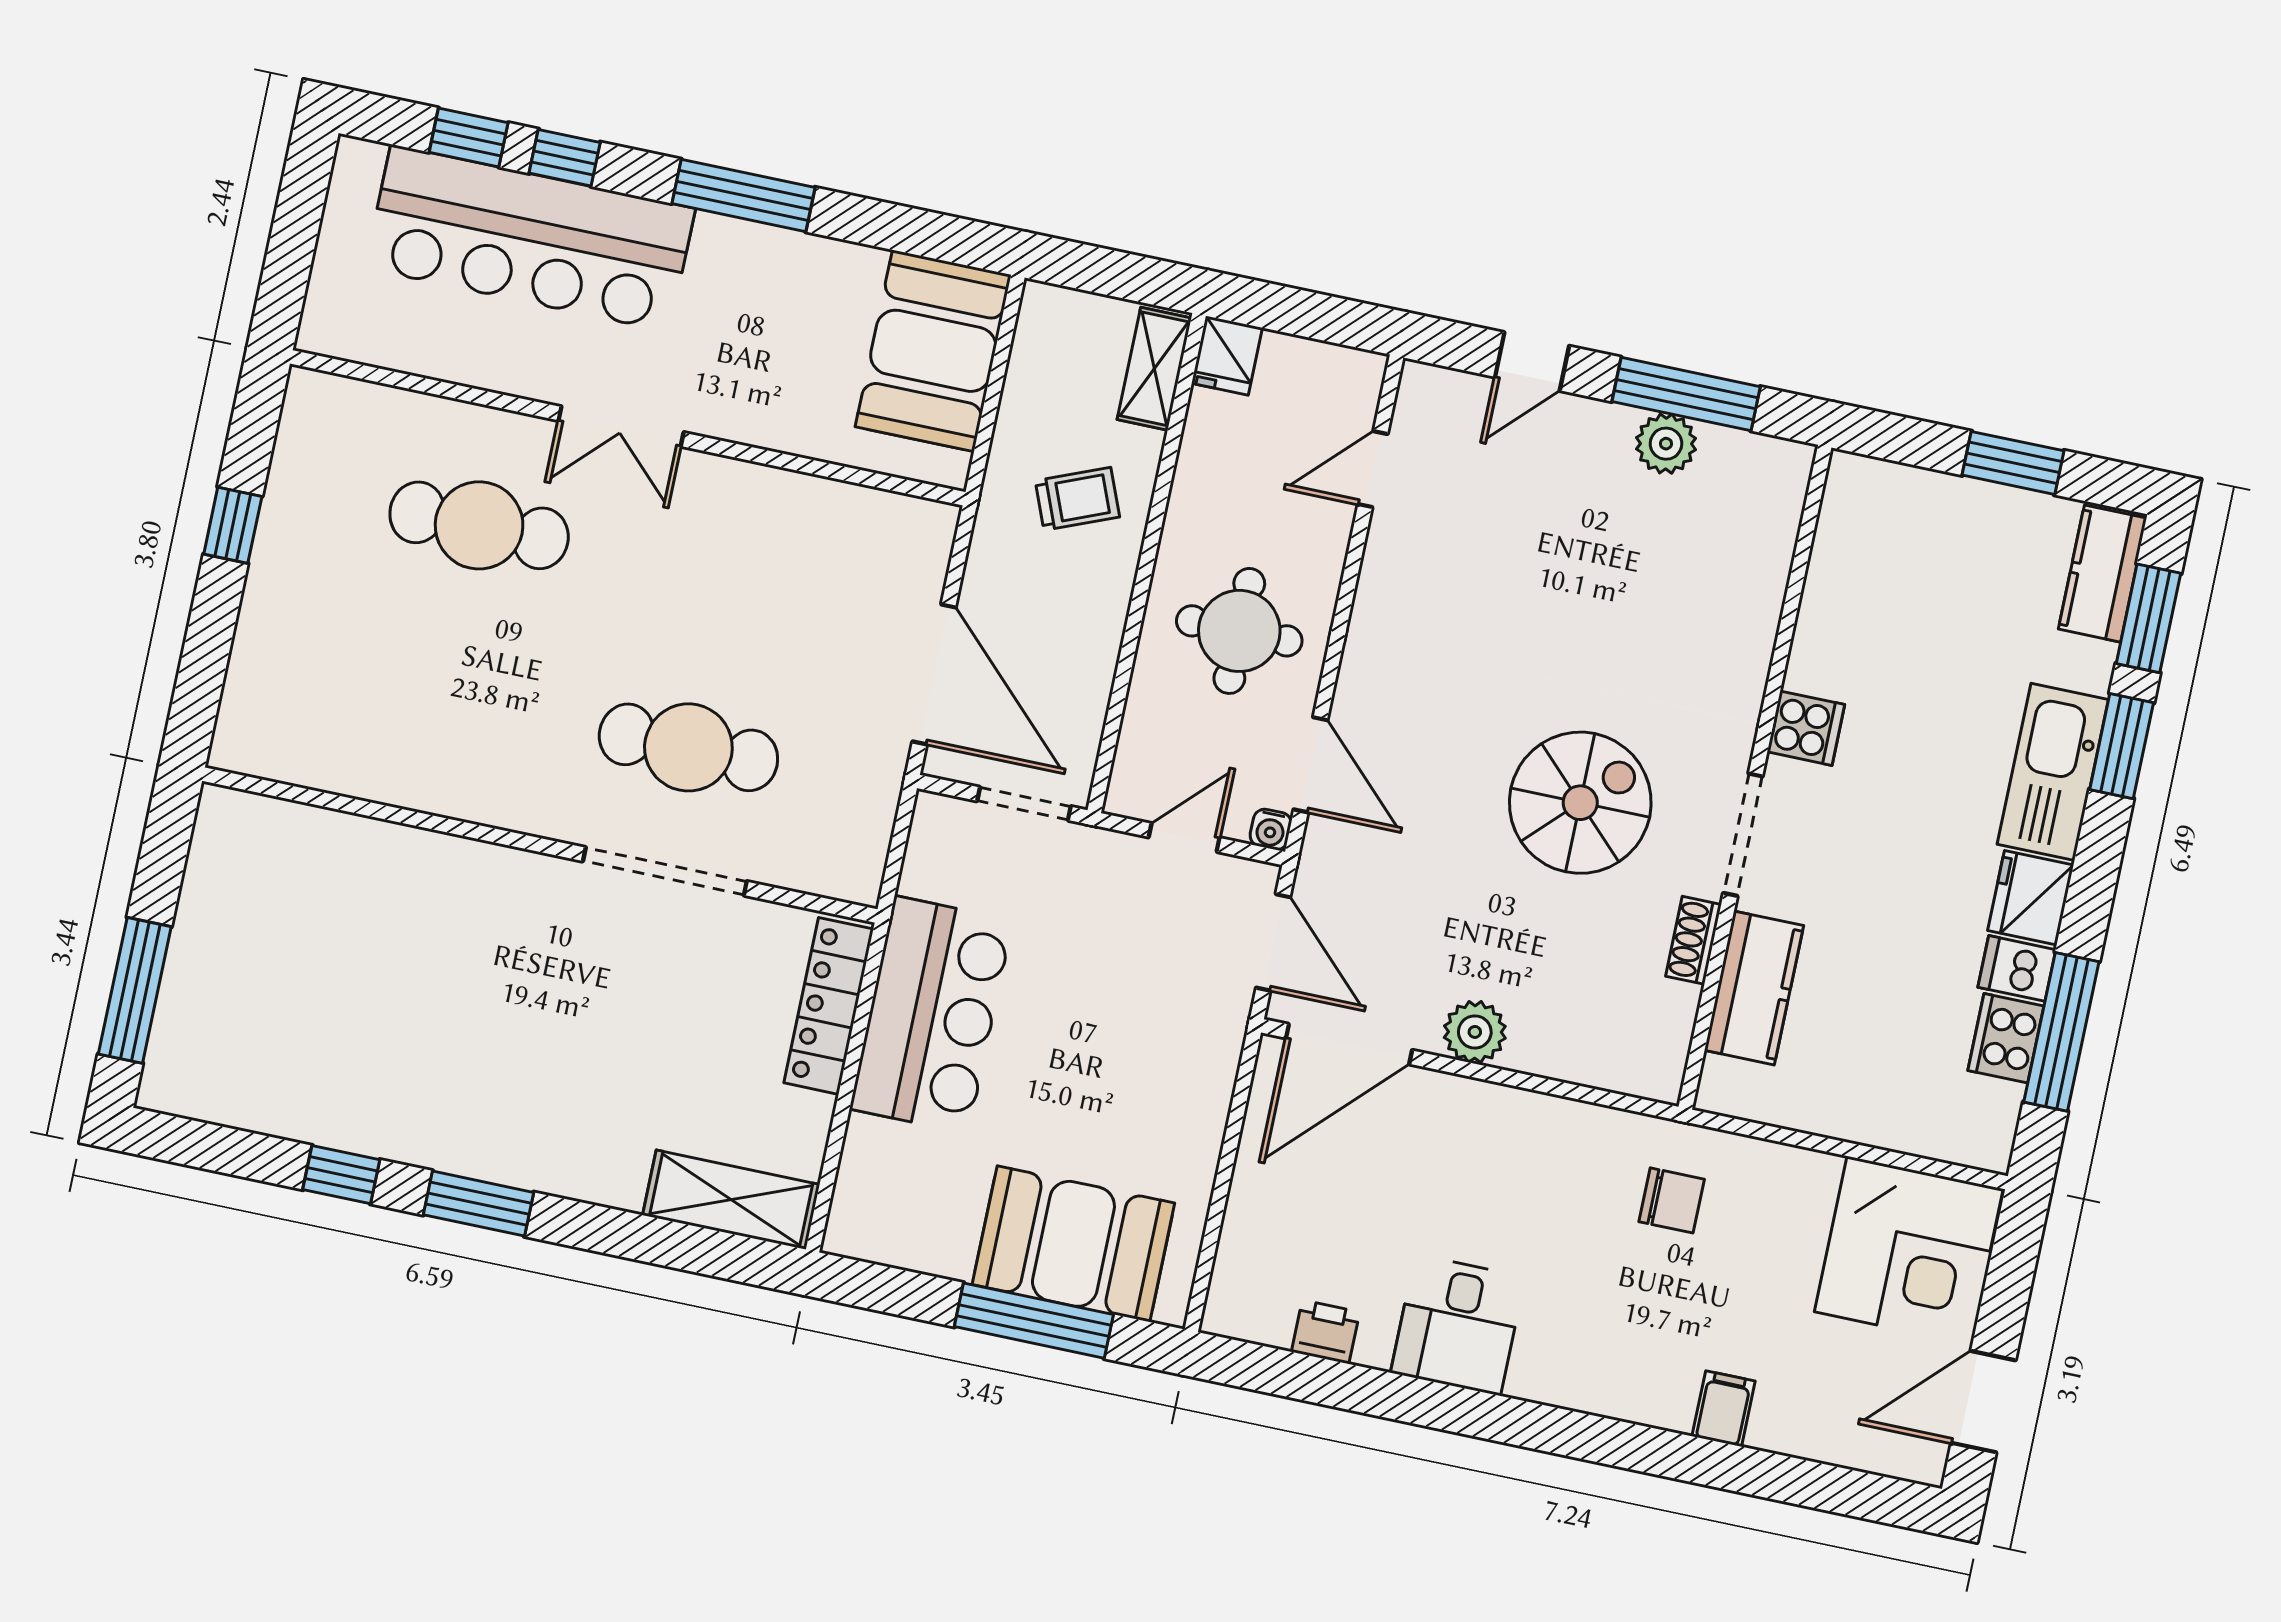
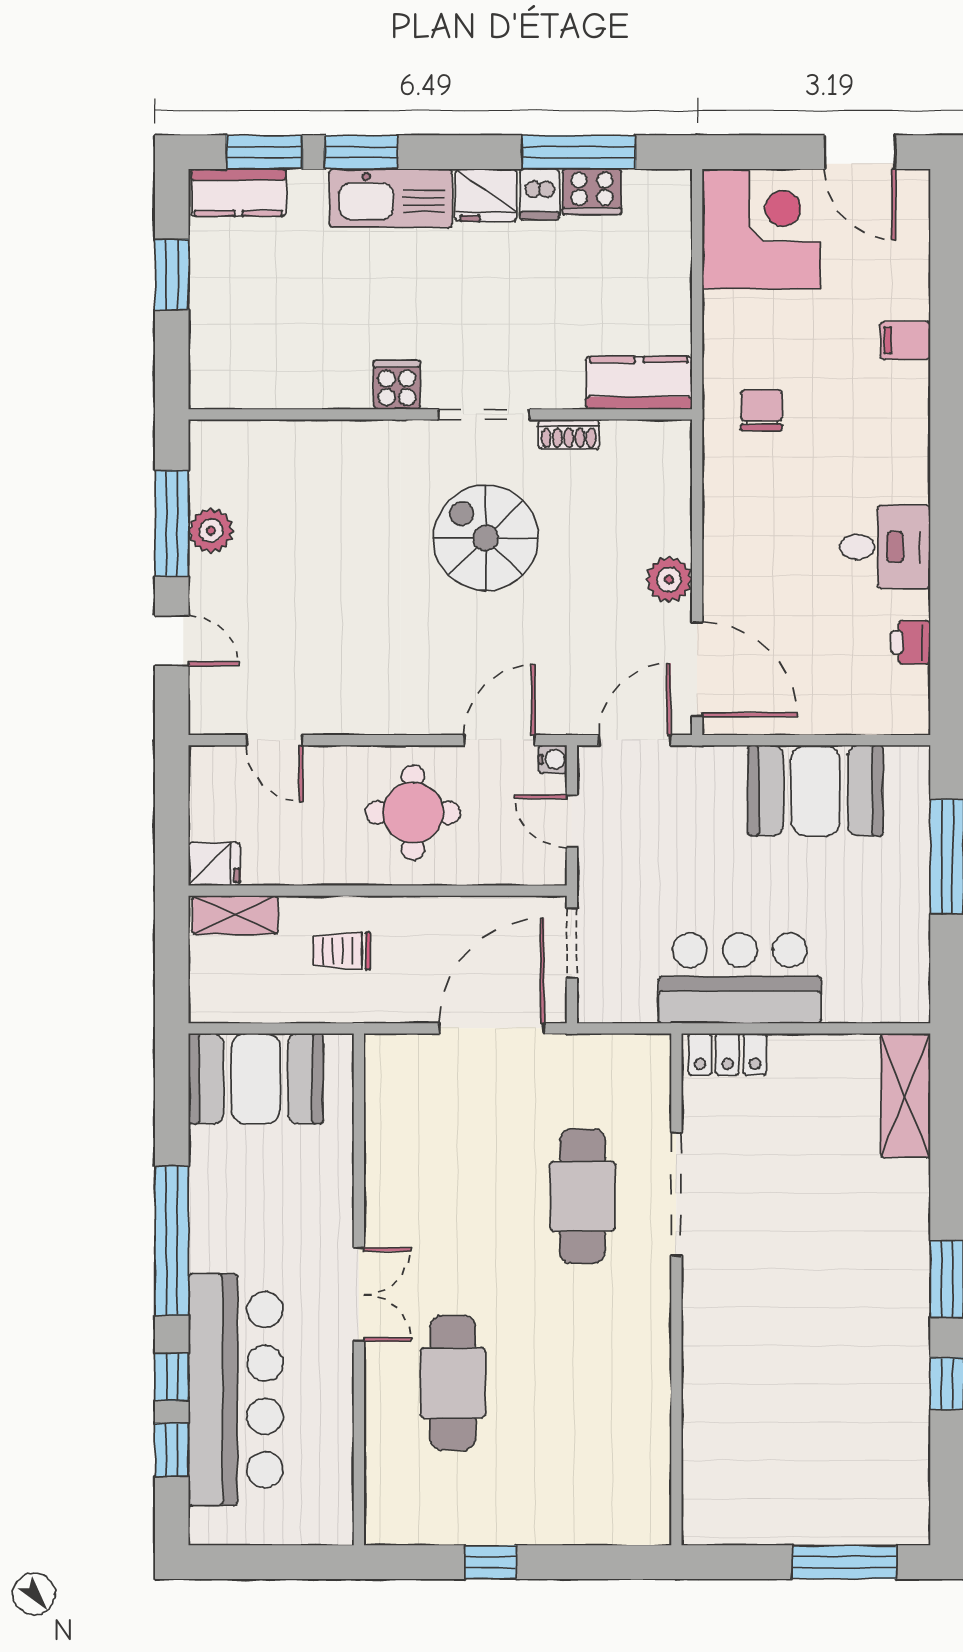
window: (743, 195) -> (172, 1241), width x1.46
trolley: (1077, 499) -> (342, 951), turned -68
kitchen counter: (1754, 988) -> (639, 383), moved
locker: (829, 1006) -> (728, 1054), width x0.66
booth: (1073, 1244) -> (815, 791), moved, turned 90

